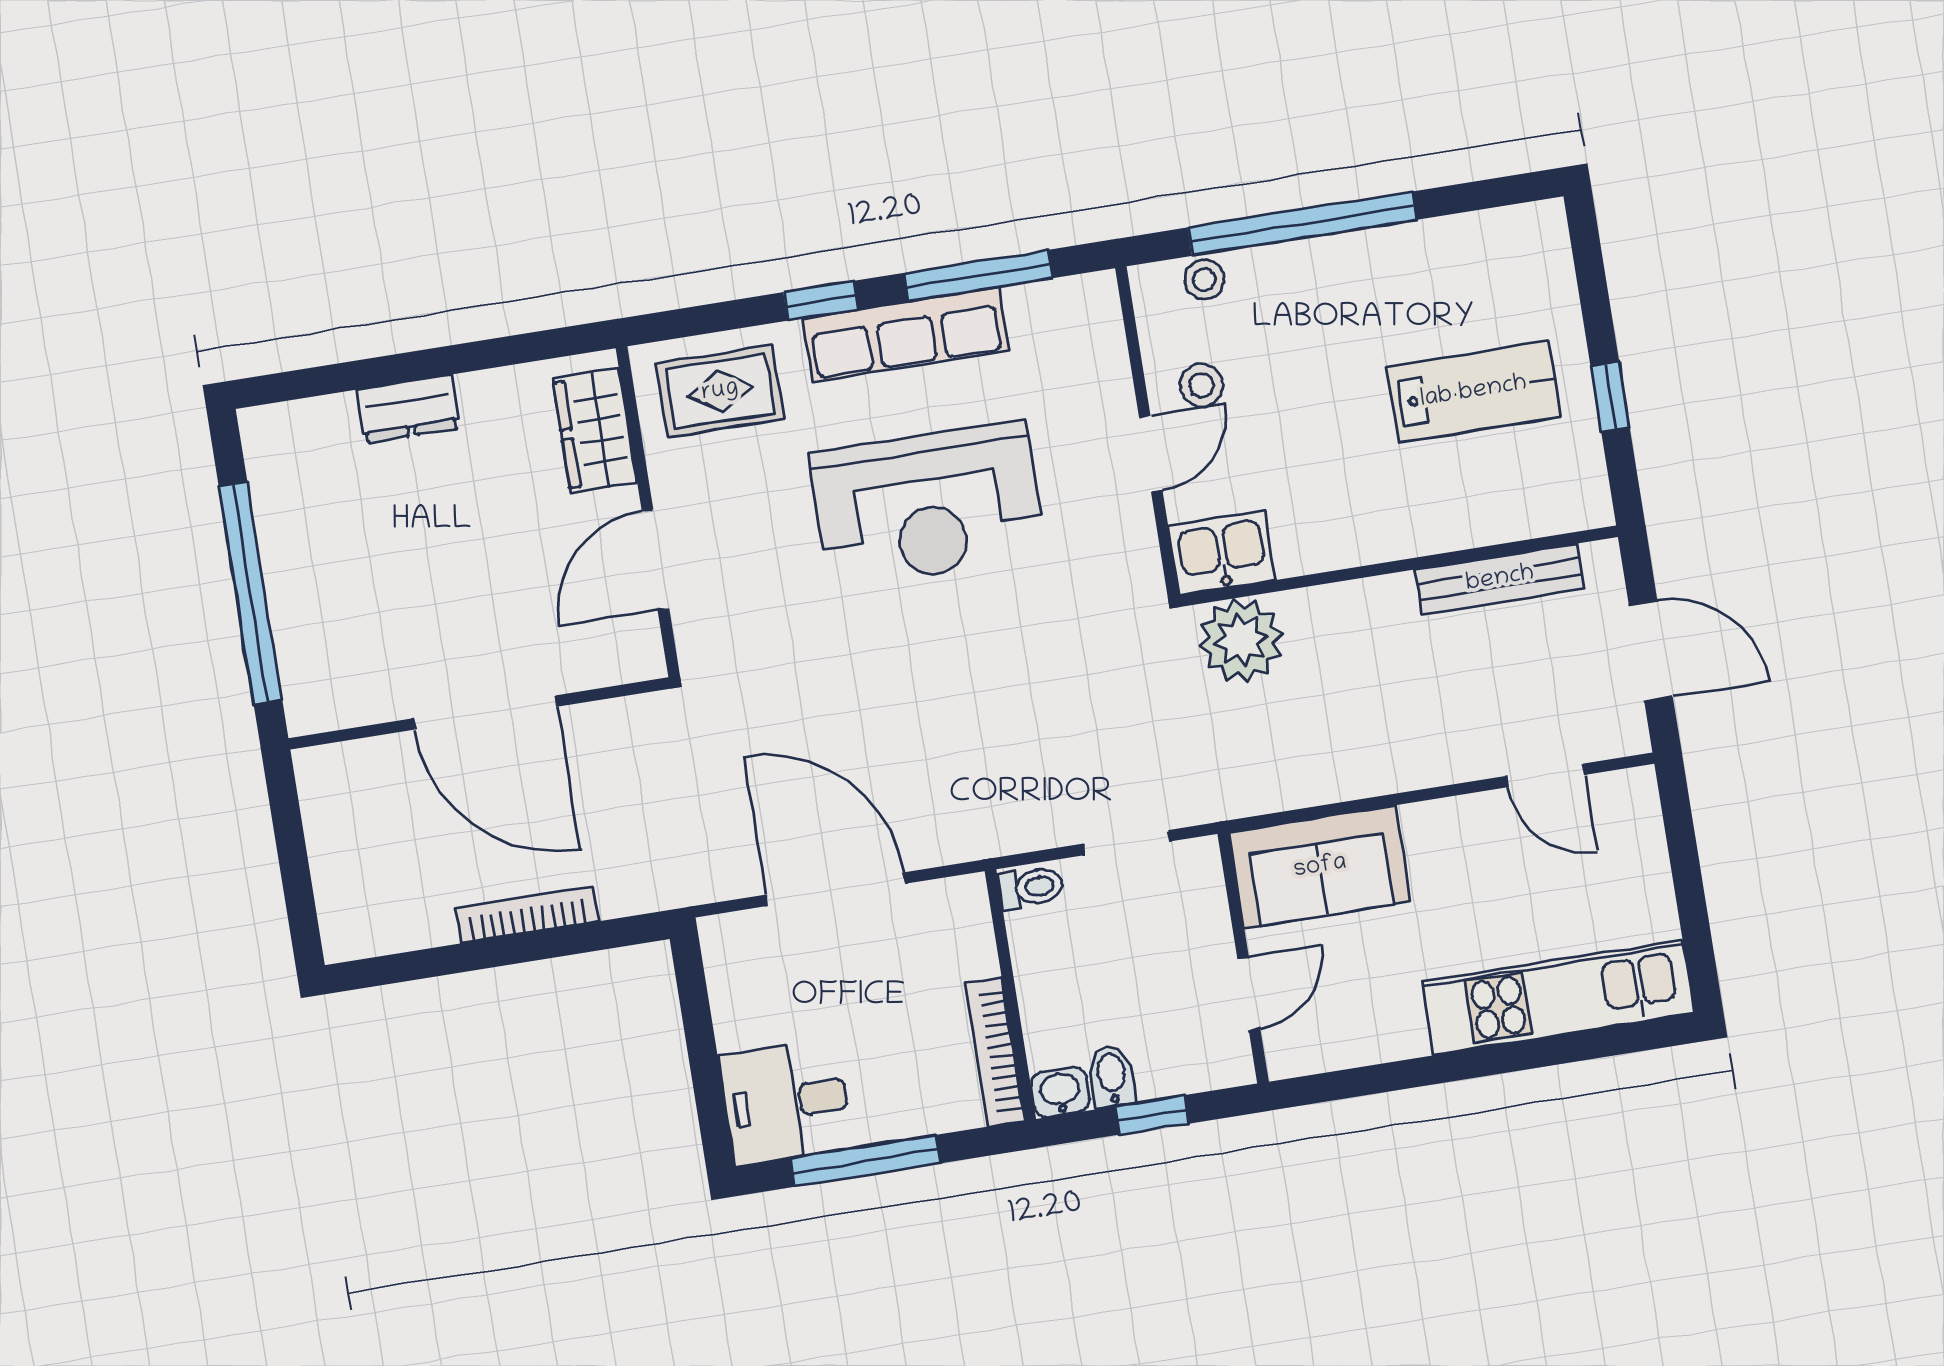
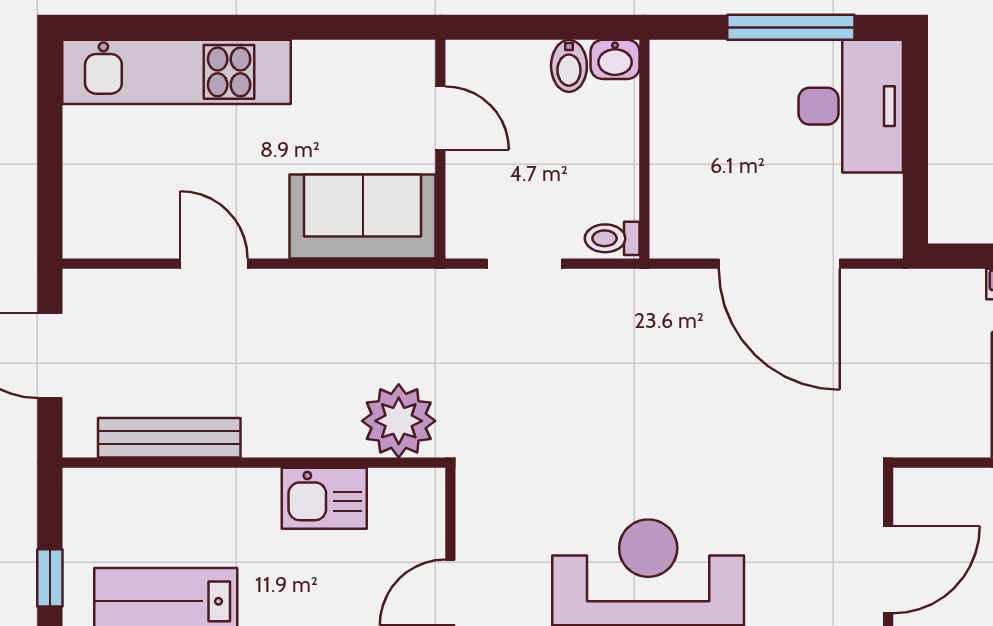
kitchen sink: (1222, 553) -> (324, 498), moved
door: (1546, 775) -> (214, 264), moved
door: (1249, 993) -> (440, 118), swing flipped
bookcase: (995, 1052) -> (665, 102), removed
desk: (786, 1102) -> (851, 106), width x1.37
window: (1152, 1115) -> (540, 27), removed

